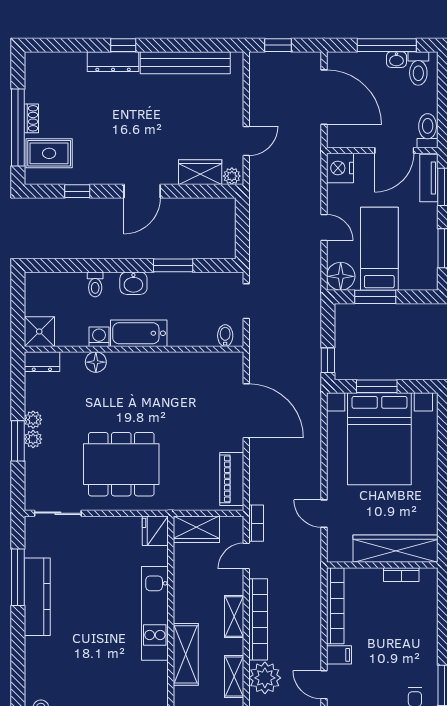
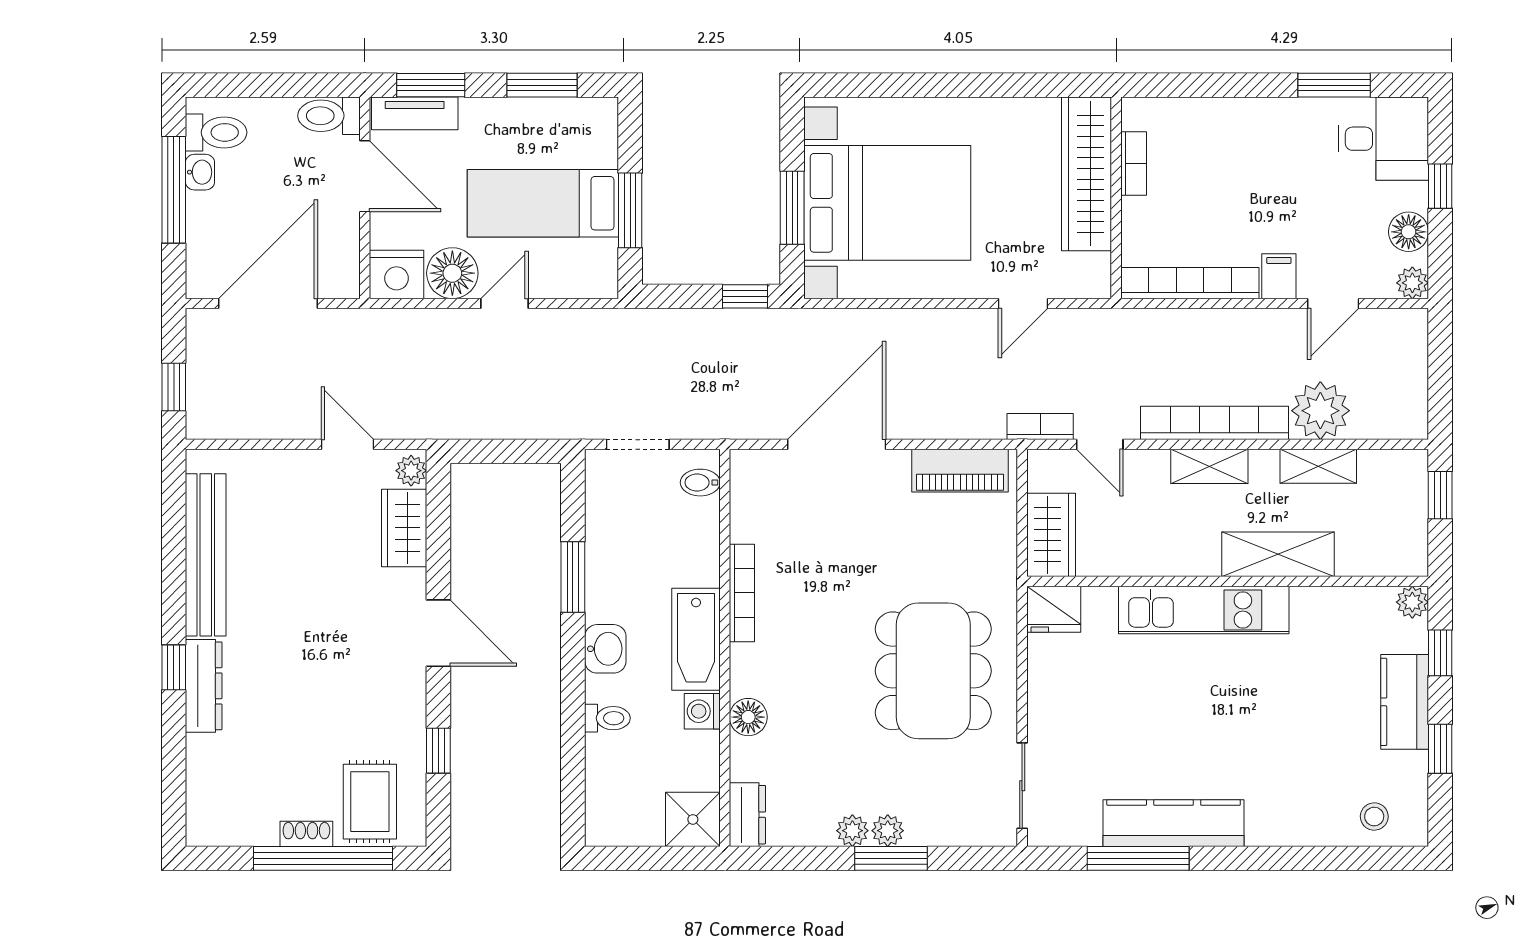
floor lamp: (341, 276) -> (452, 273), moved
bookcase: (164, 359) -> (742, 593), added

